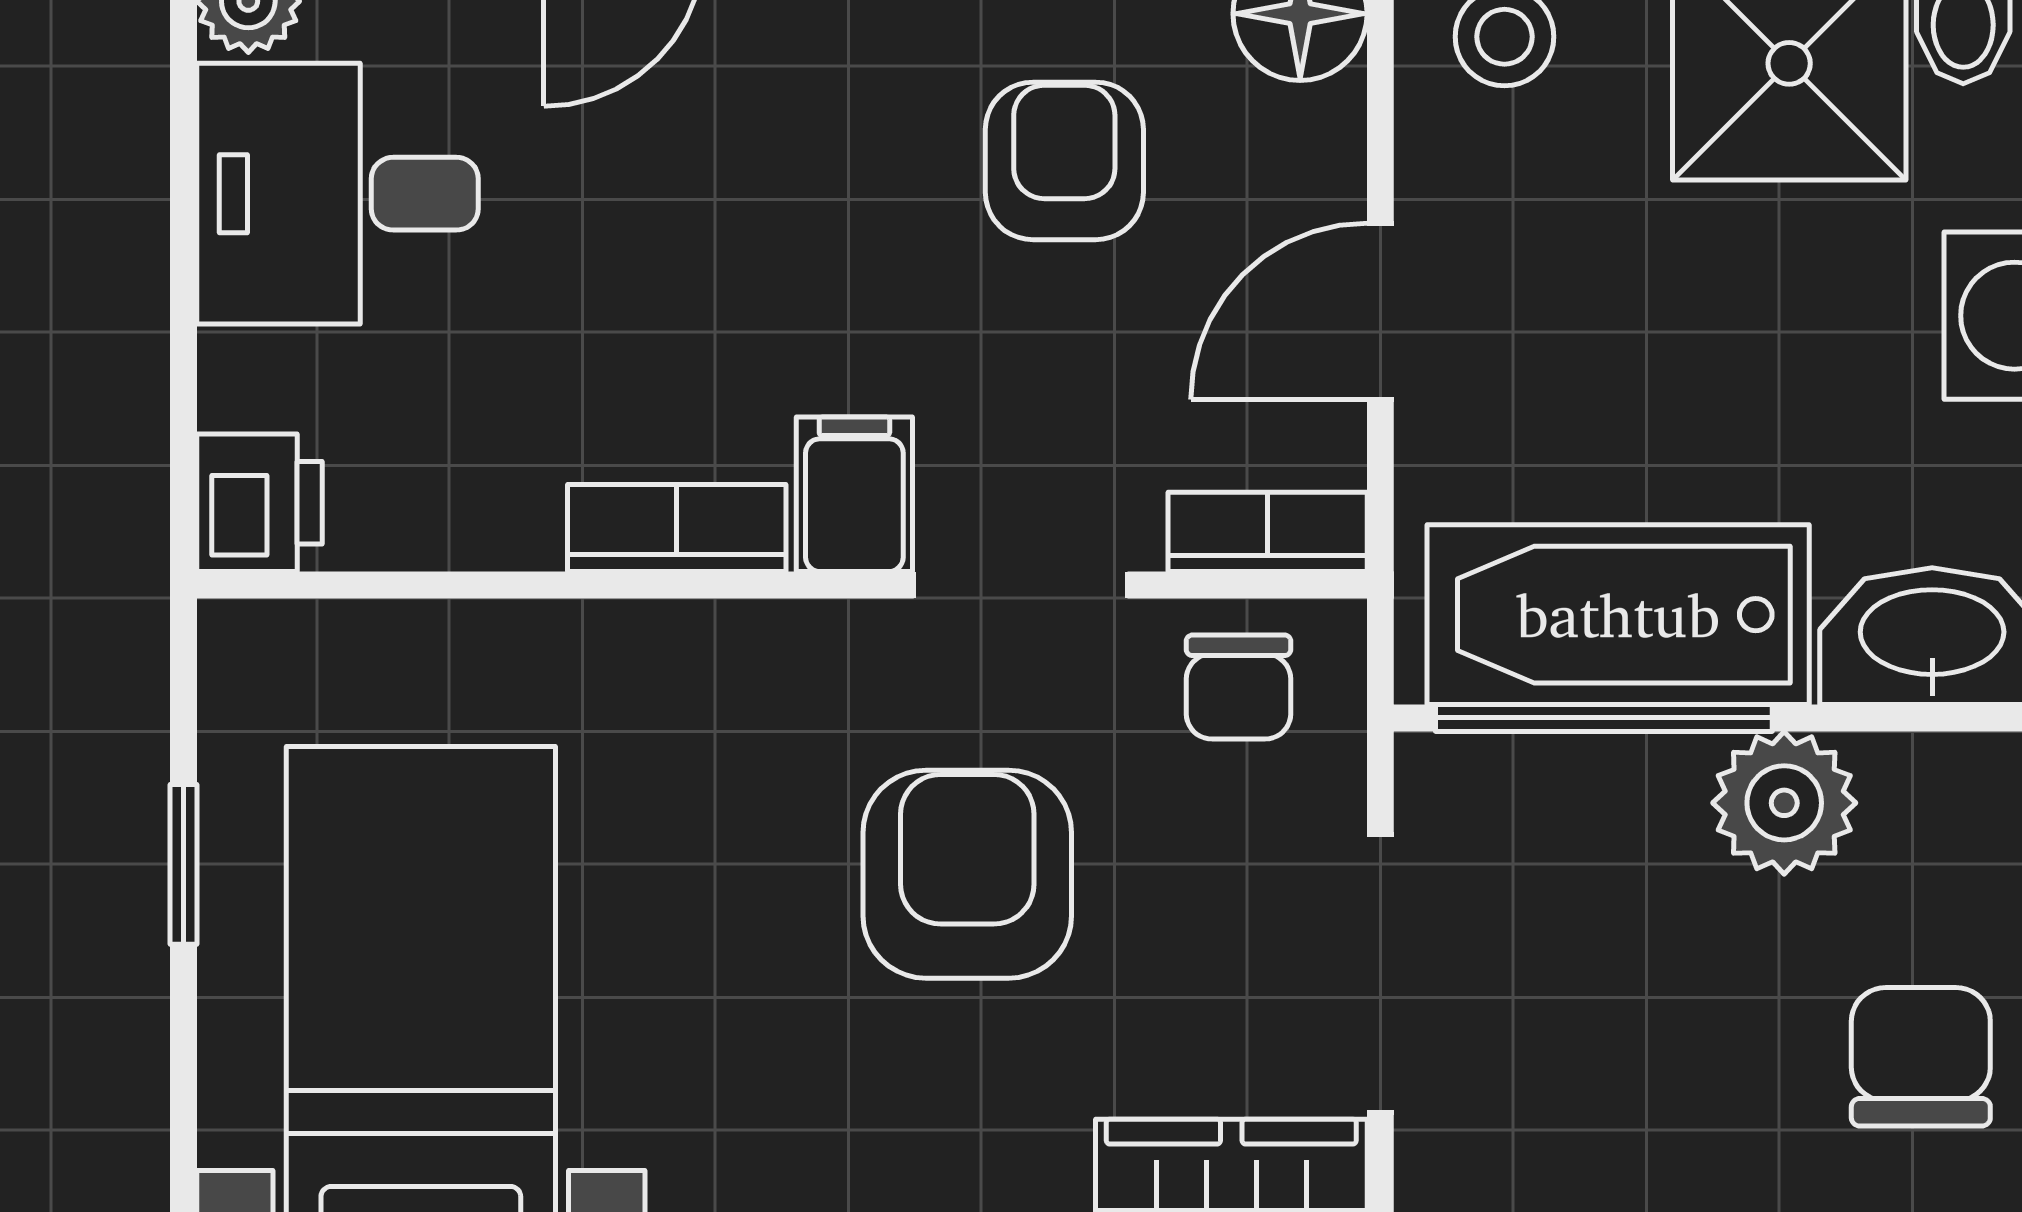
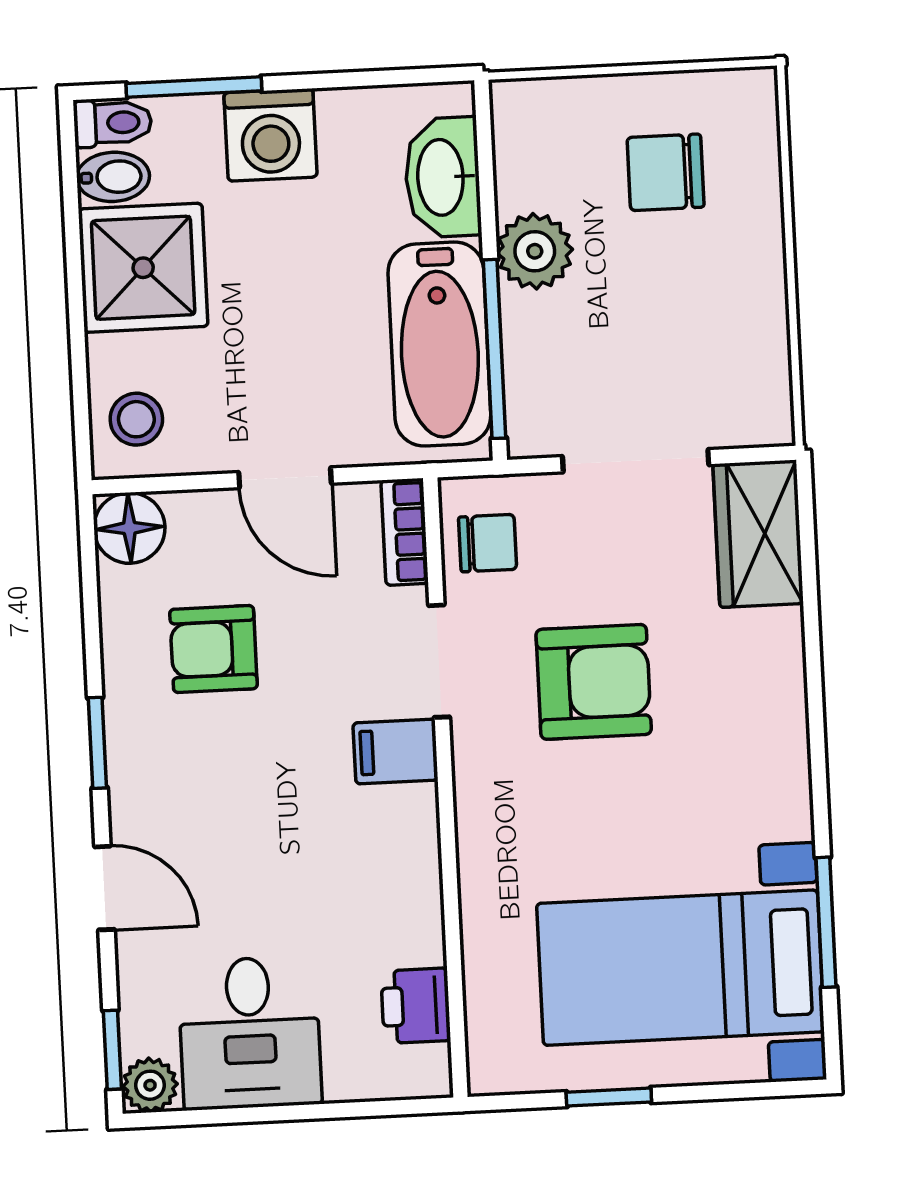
printer: (259, 503) -> (416, 1006), moved, turned -90
bookcase: (677, 528) -> (418, 845), removed
armchair: (967, 874) -> (594, 682), turned 180

